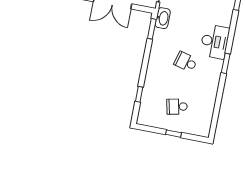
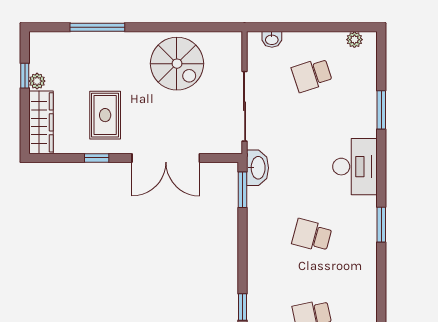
desk: (215, 42) -> (355, 167), moved

